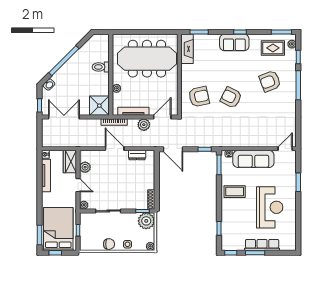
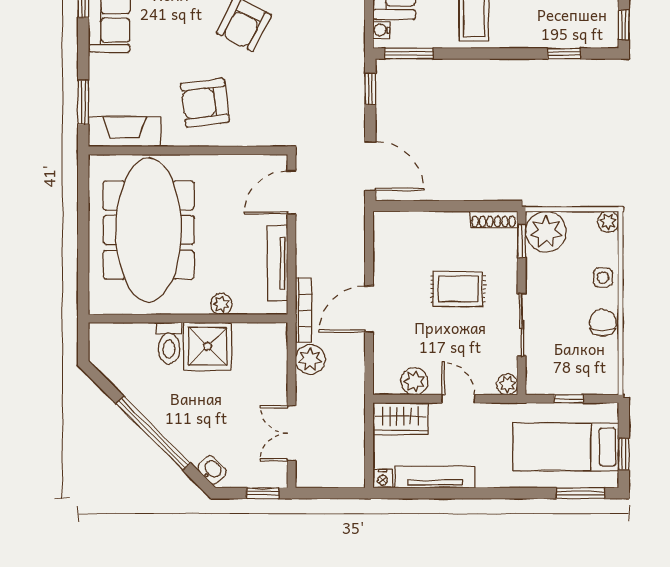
armchair: (199, 97) -> (205, 103), moved, turned -85
shower: (99, 106) -> (208, 346), moved
double door: (64, 117) -> (291, 433), width x0.73
door: (162, 117) -> (291, 192), hinge flipped
plant: (144, 125) -> (310, 359), moved
door: (173, 149) -> (370, 166), hinge flipped
dresser: (137, 155) -> (385, 254), removed
door: (78, 185) -> (458, 399), hinge flipped
rug: (123, 185) -> (458, 289), added
bed: (58, 229) -> (566, 447), width x0.67

